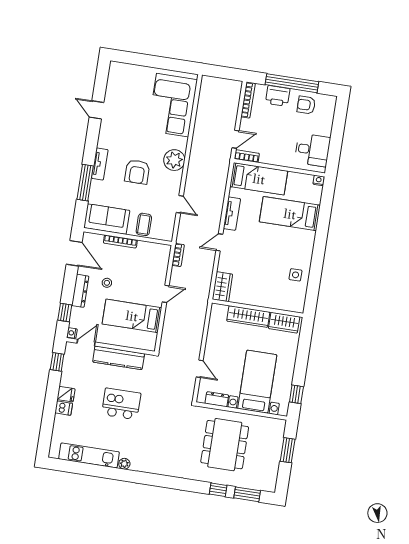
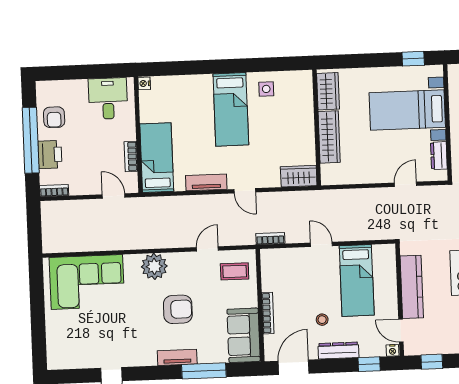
bookcase: (248, 100) -> (54, 191), width x0.64
bookcase: (247, 156) -> (131, 156), moved
bed: (290, 214) -> (231, 109), moved
coffee table: (144, 224) -> (235, 271), moved

